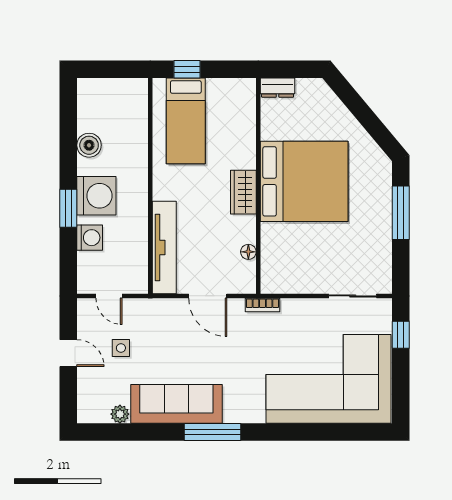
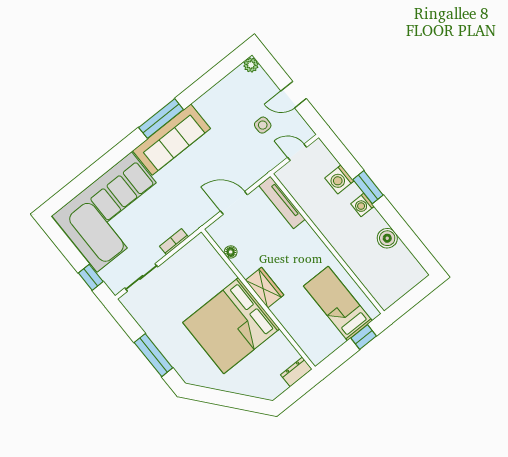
washing machine: (96, 196) -> (362, 205), width x0.53, depth x0.53
tv unit: (164, 247) -> (282, 202), width x0.73, depth x0.78
bookcase: (262, 305) -> (174, 242), moved
sofa: (176, 404) -> (171, 140), moved
plant: (120, 414) -> (251, 65), moved

